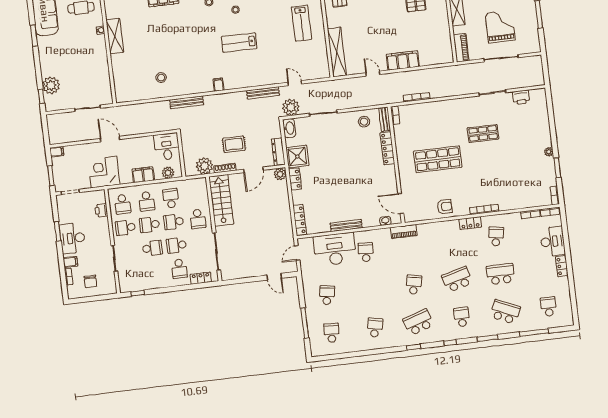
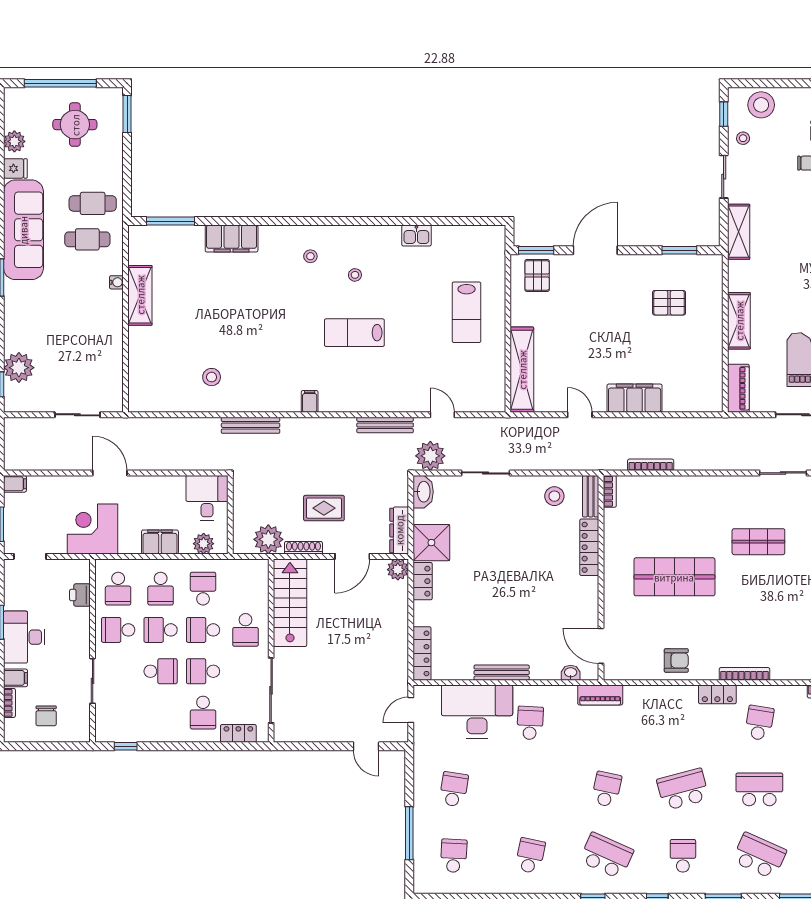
school desk: (418, 322) -> (606, 856), turned 42

